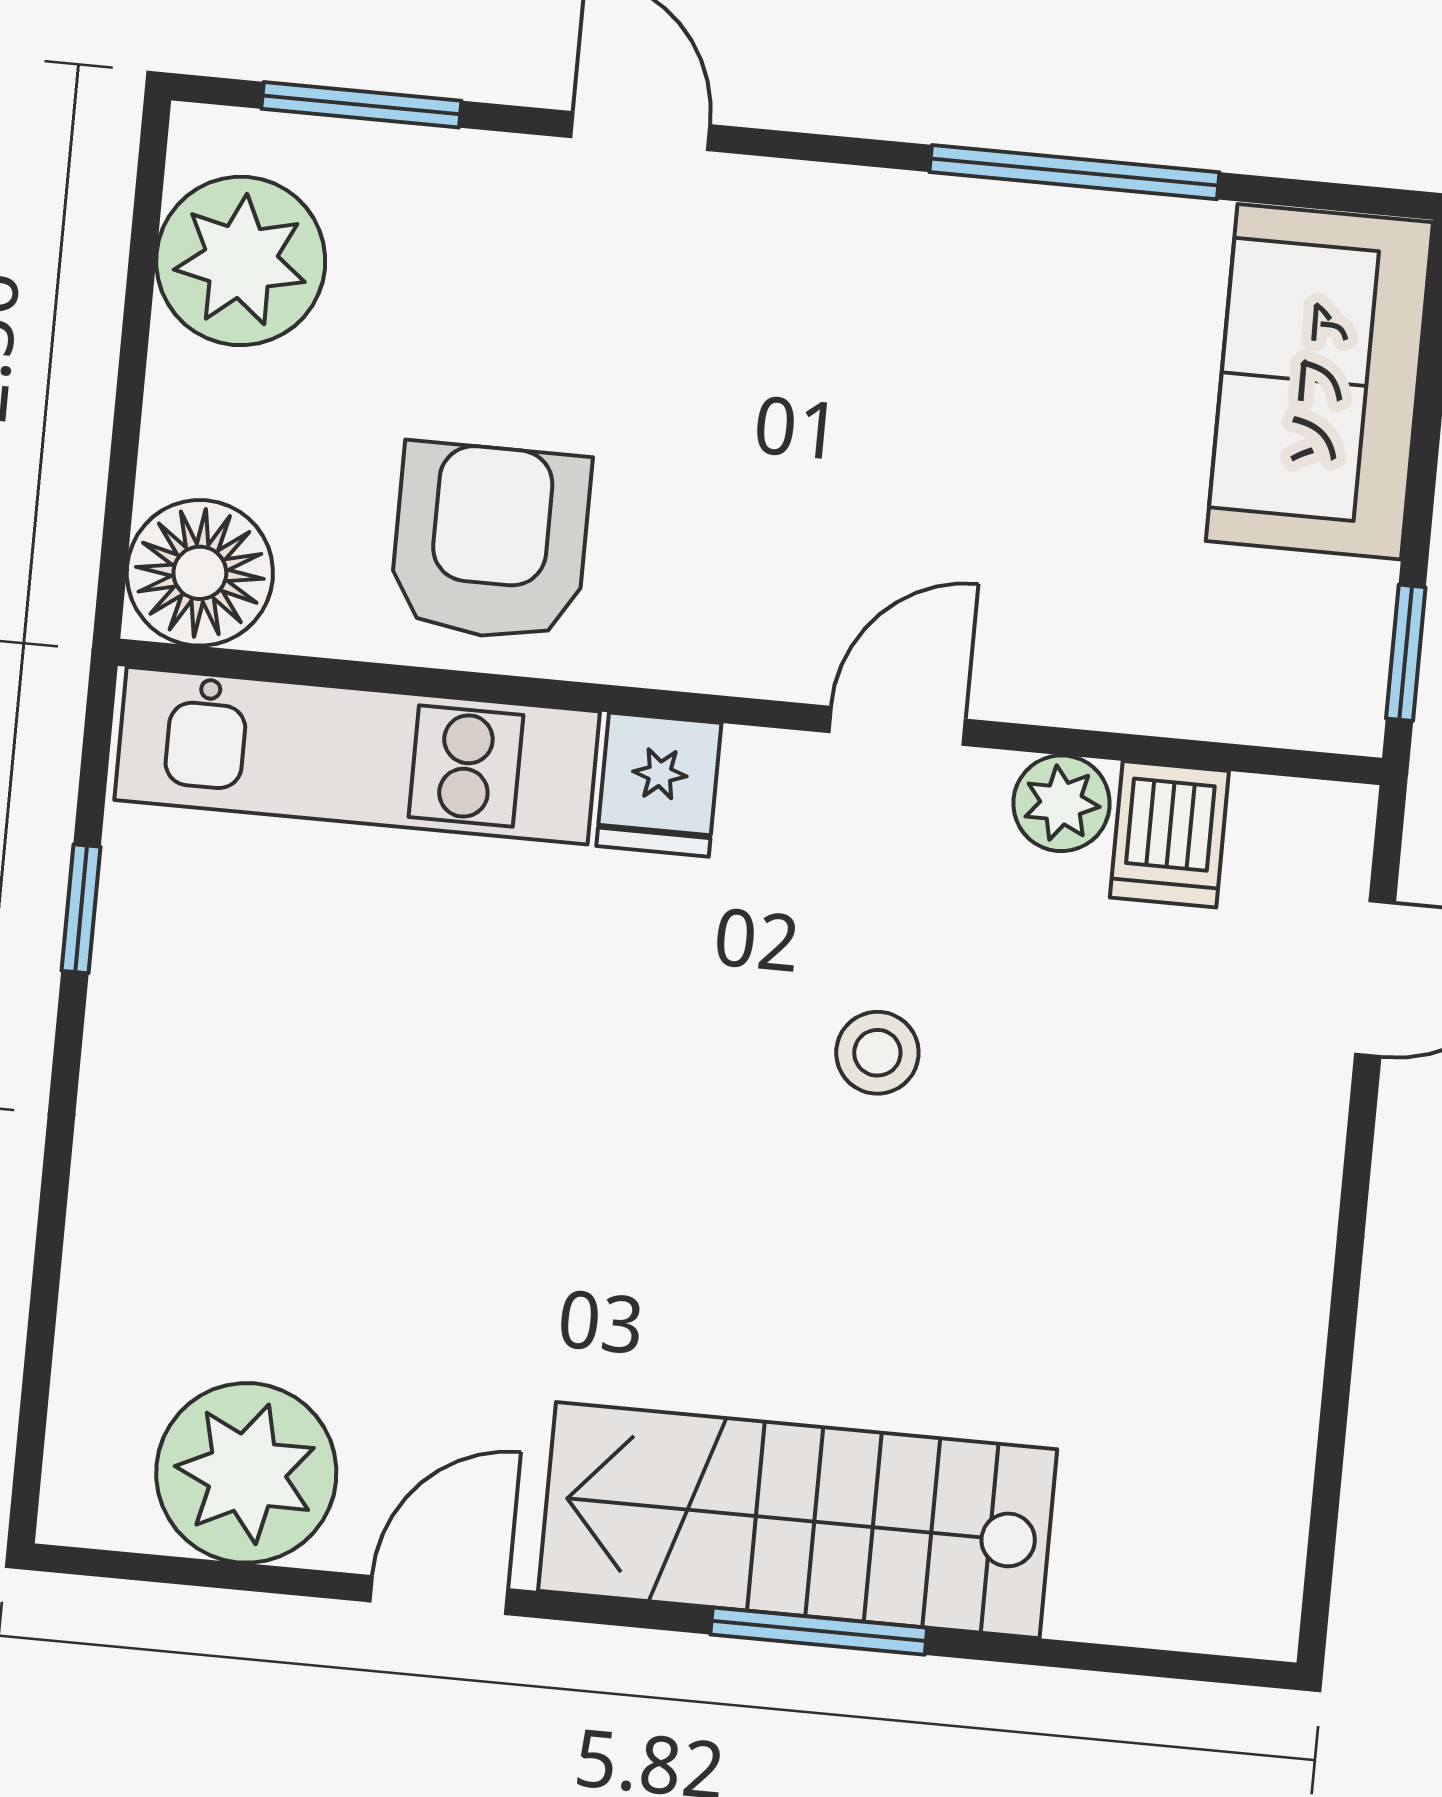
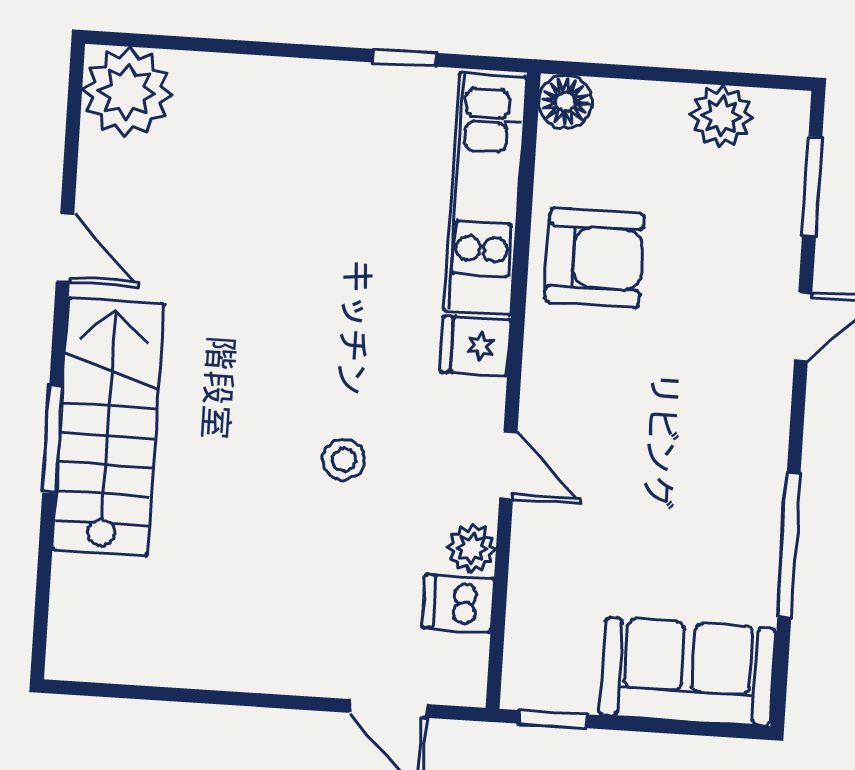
plant: (241, 261) -> (721, 116), width x0.73, depth x0.73
floor lamp: (200, 573) -> (565, 102), width x0.73, depth x0.73
plant: (246, 1473) -> (127, 92), moved

